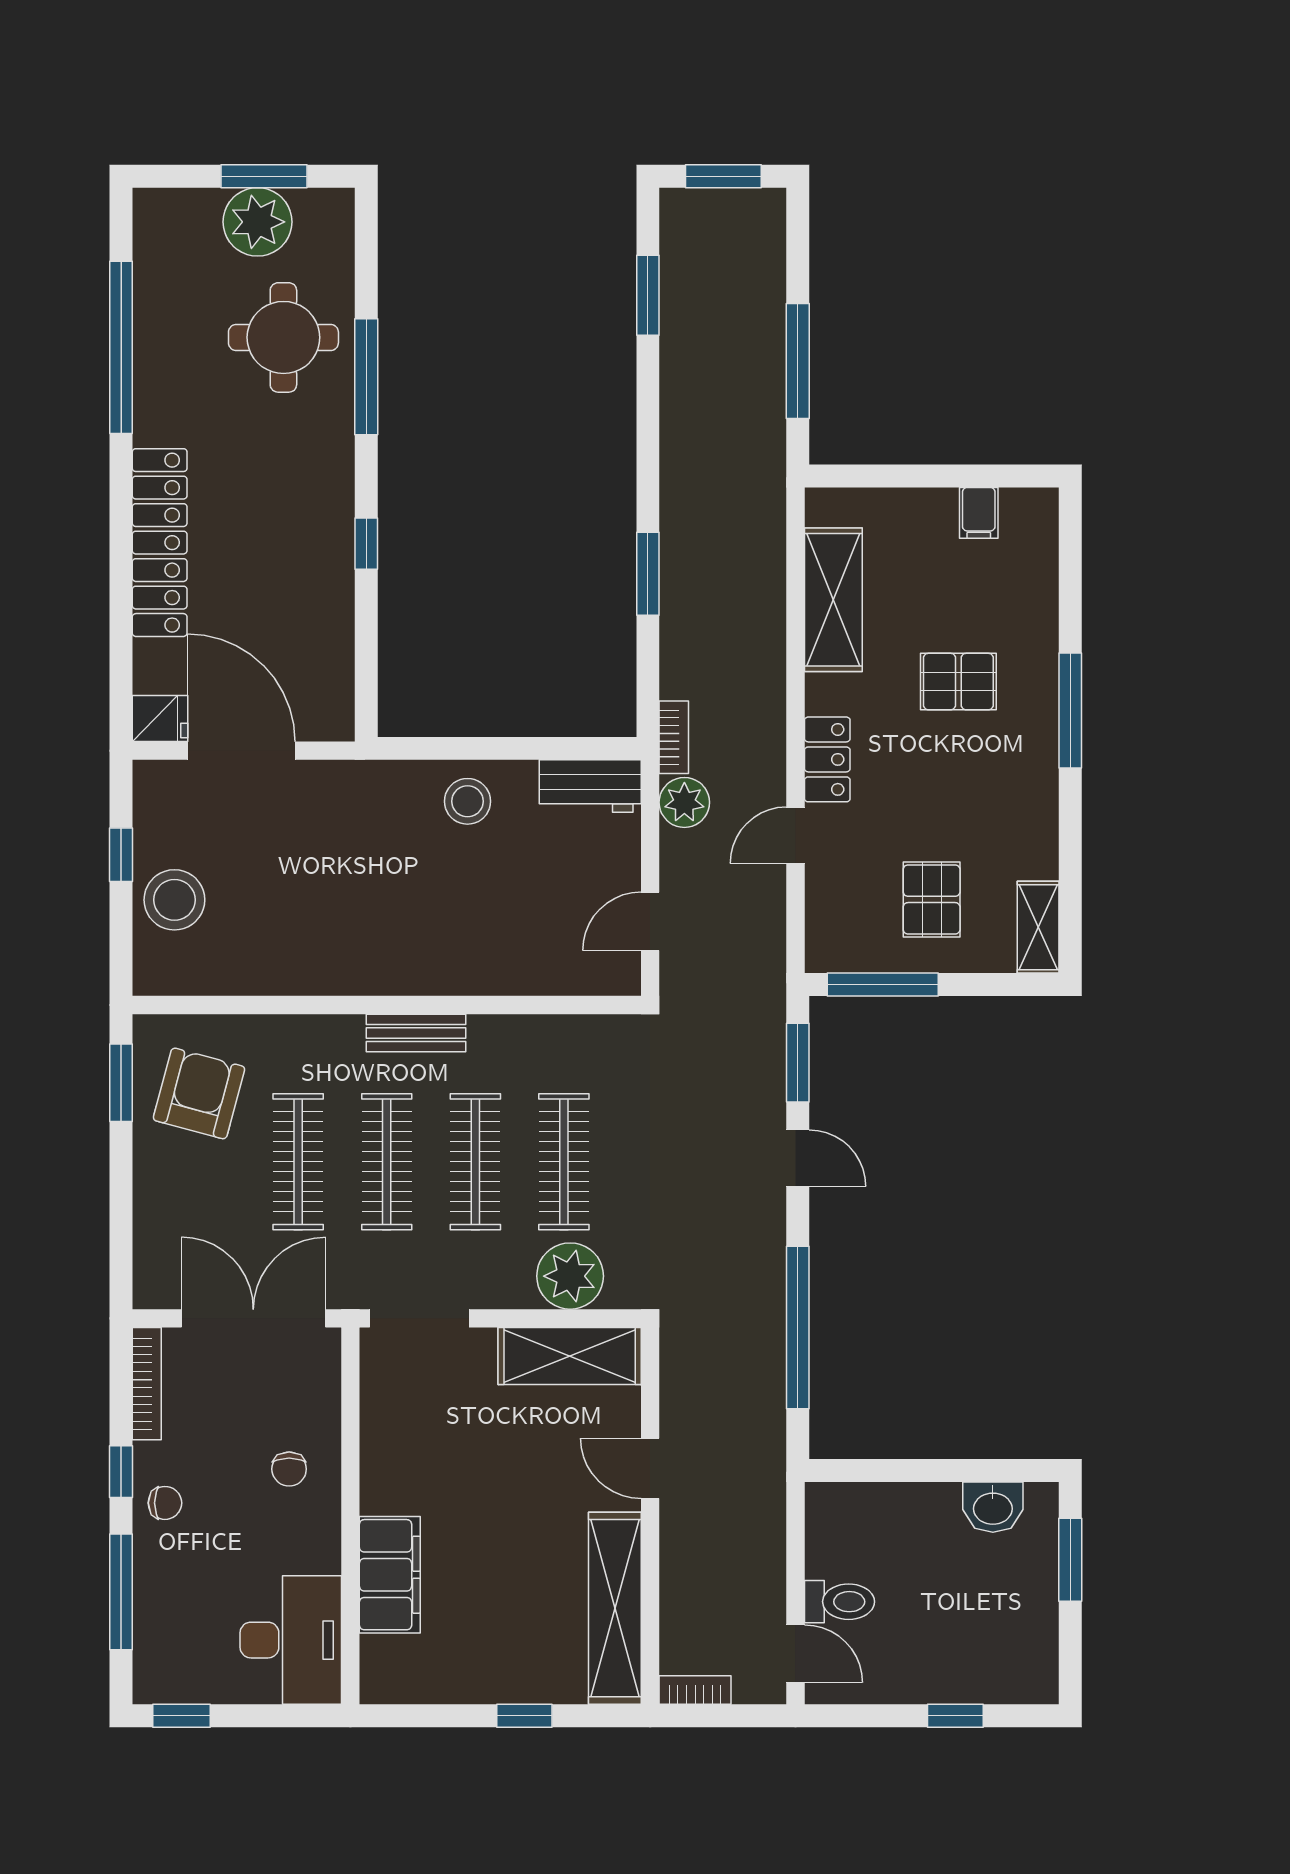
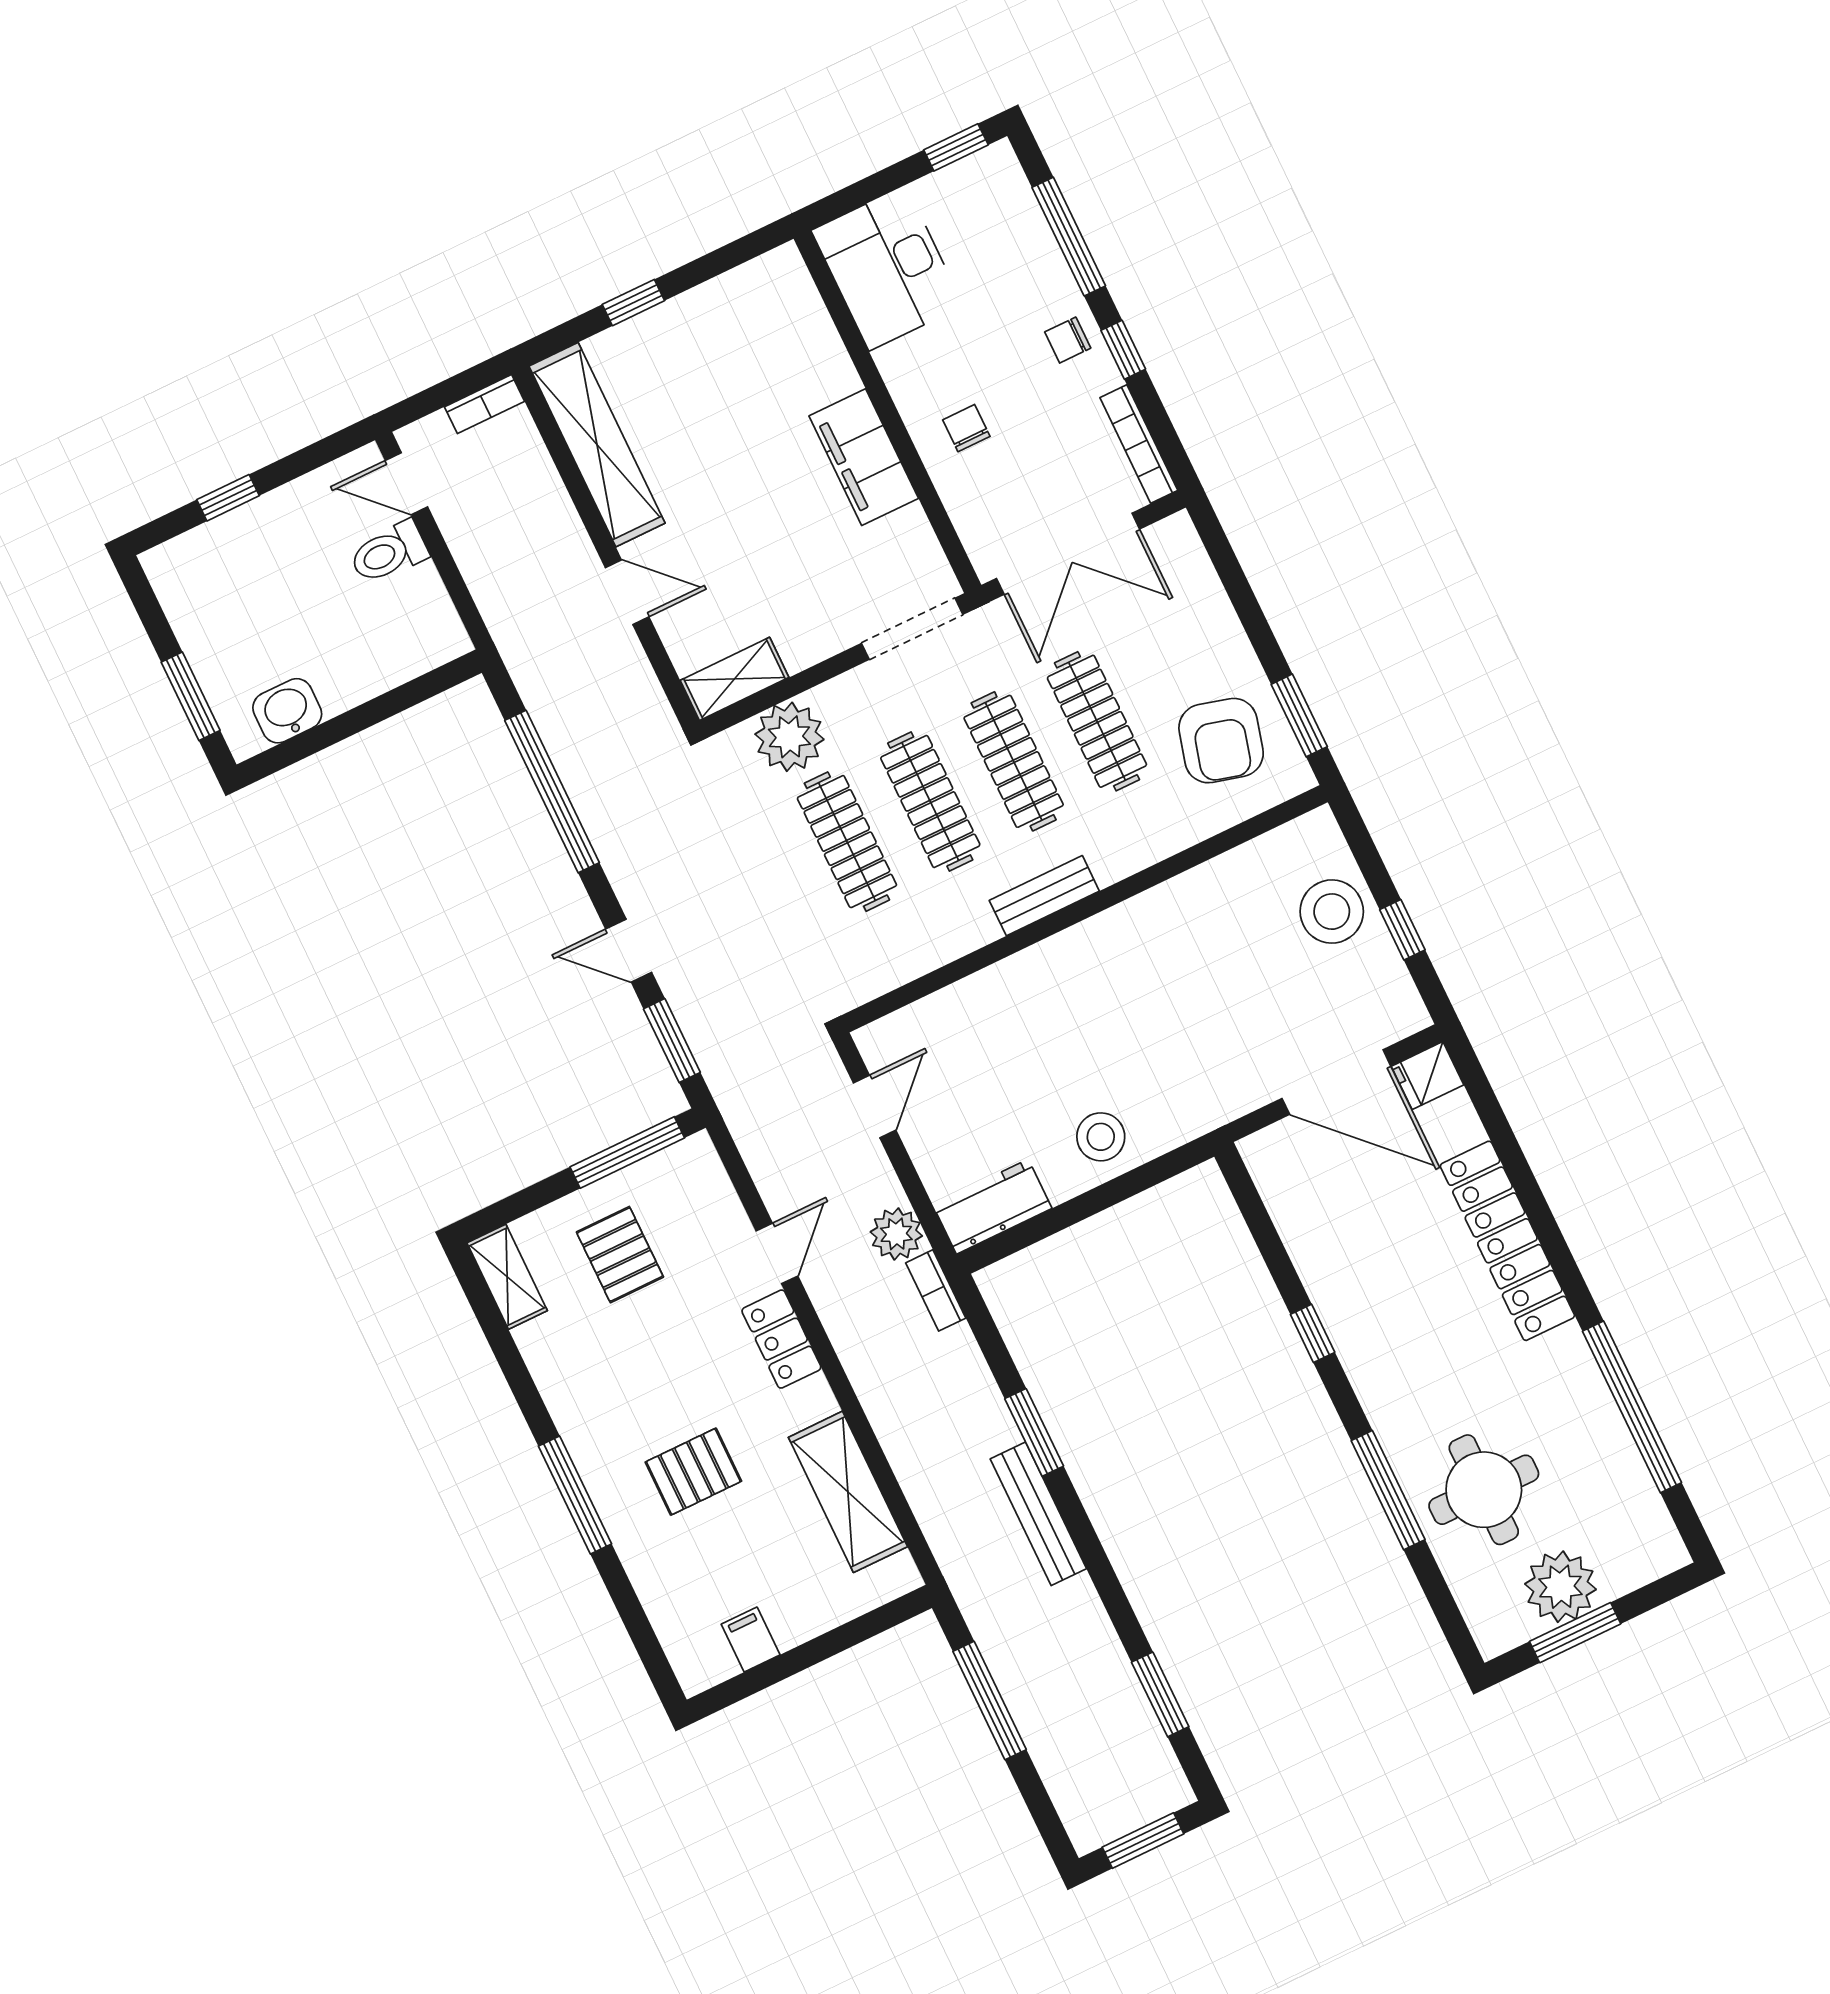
bench: (678, 502) -> (1038, 1514), added
shelving: (570, 1356) -> (735, 679), width x0.67, depth x0.75
filing cabinet: (390, 1575) -> (864, 457), moved

